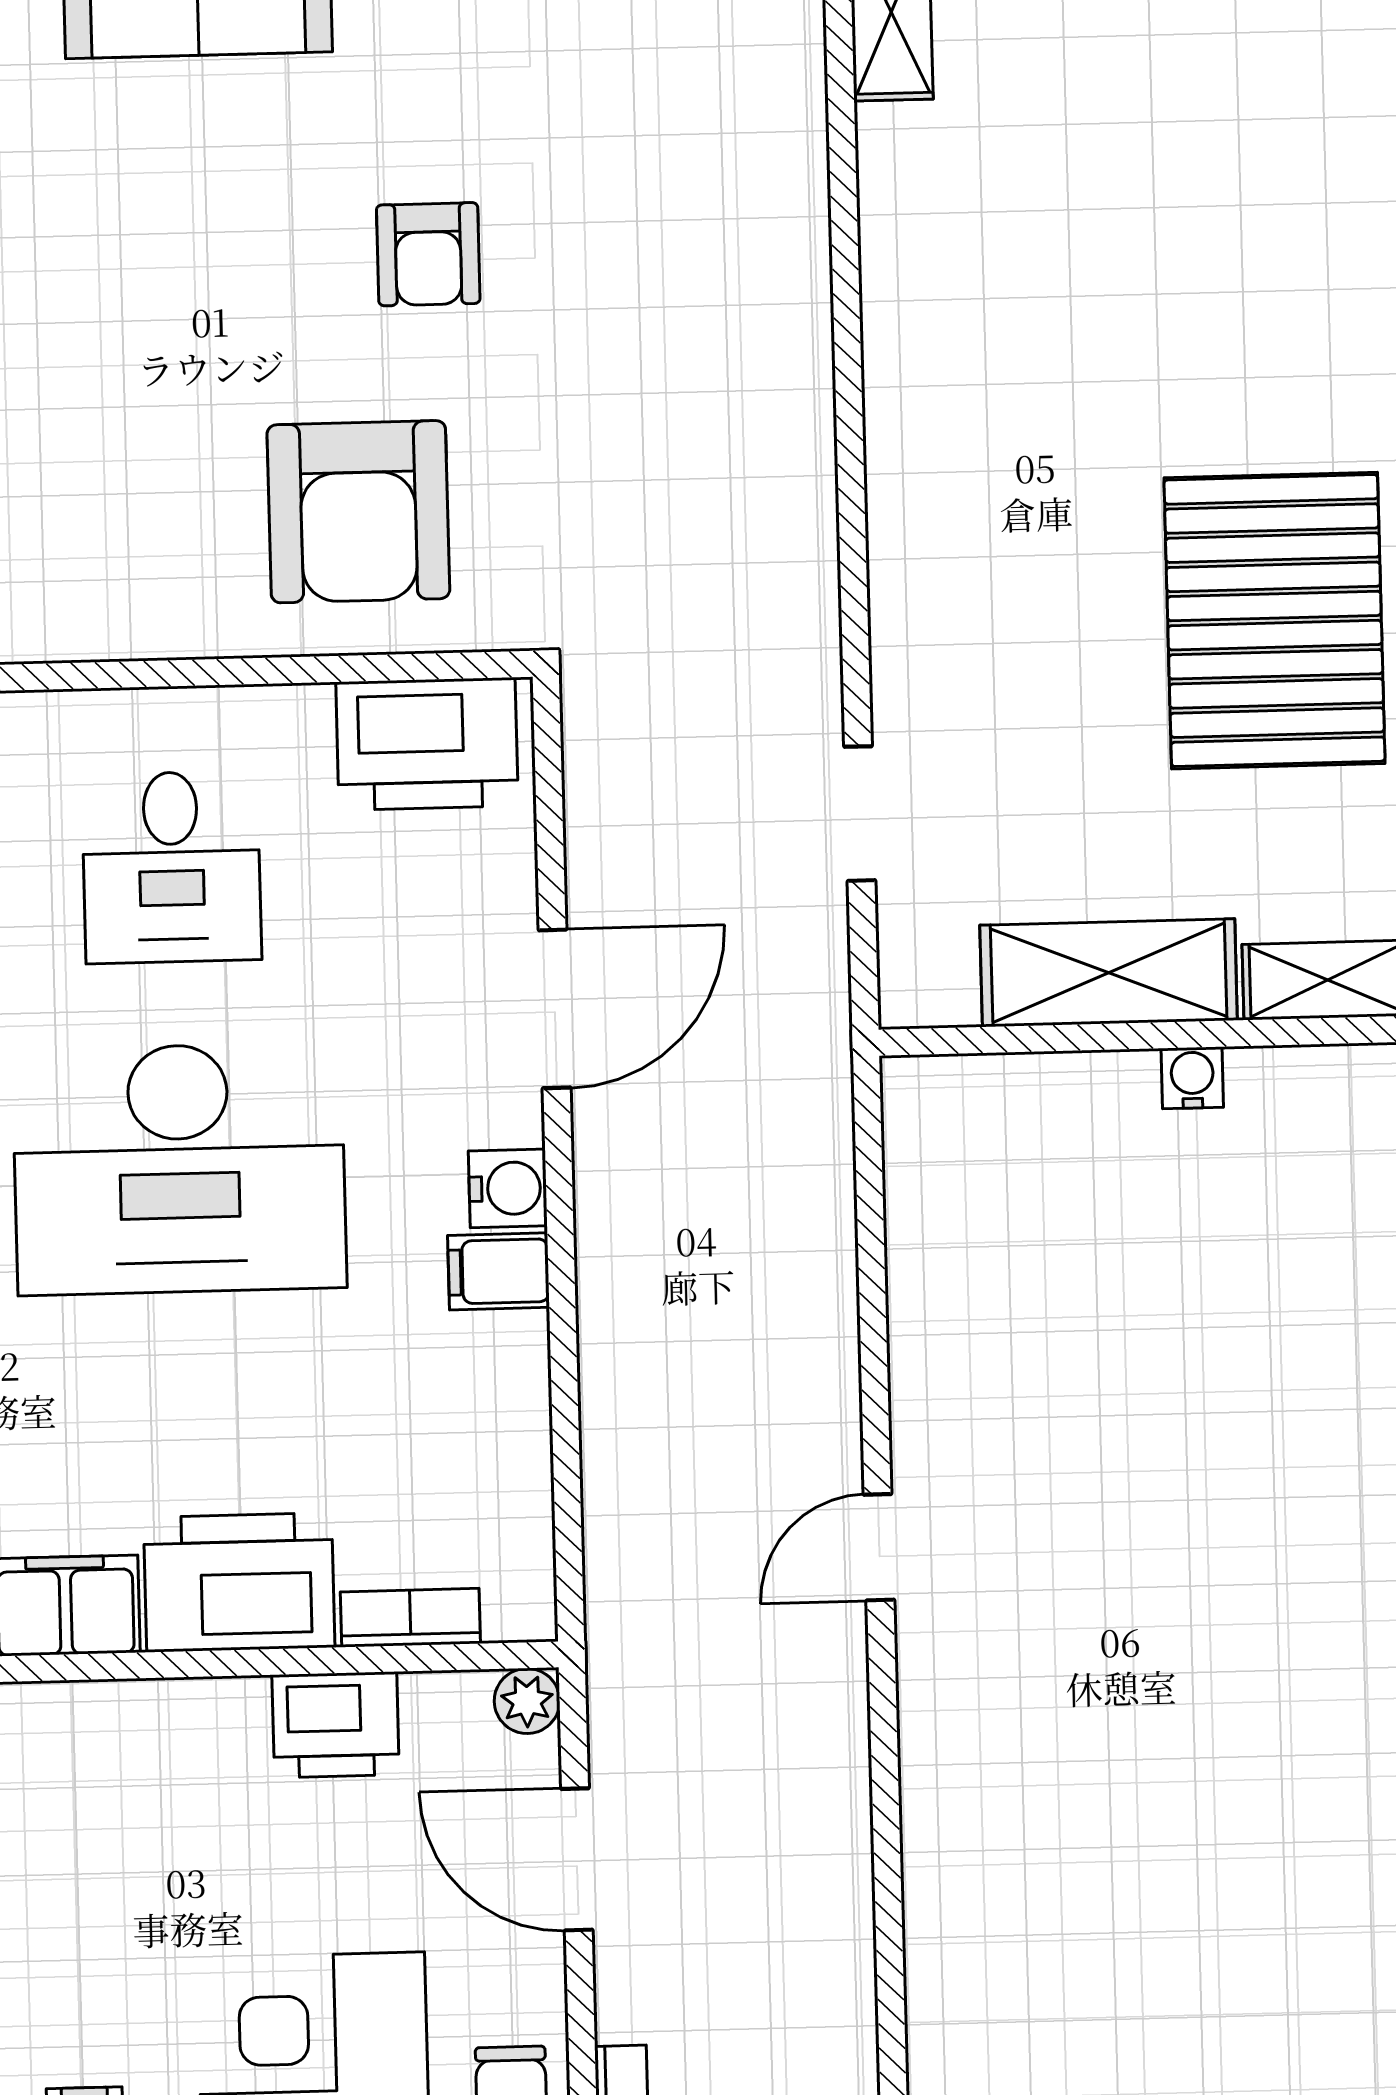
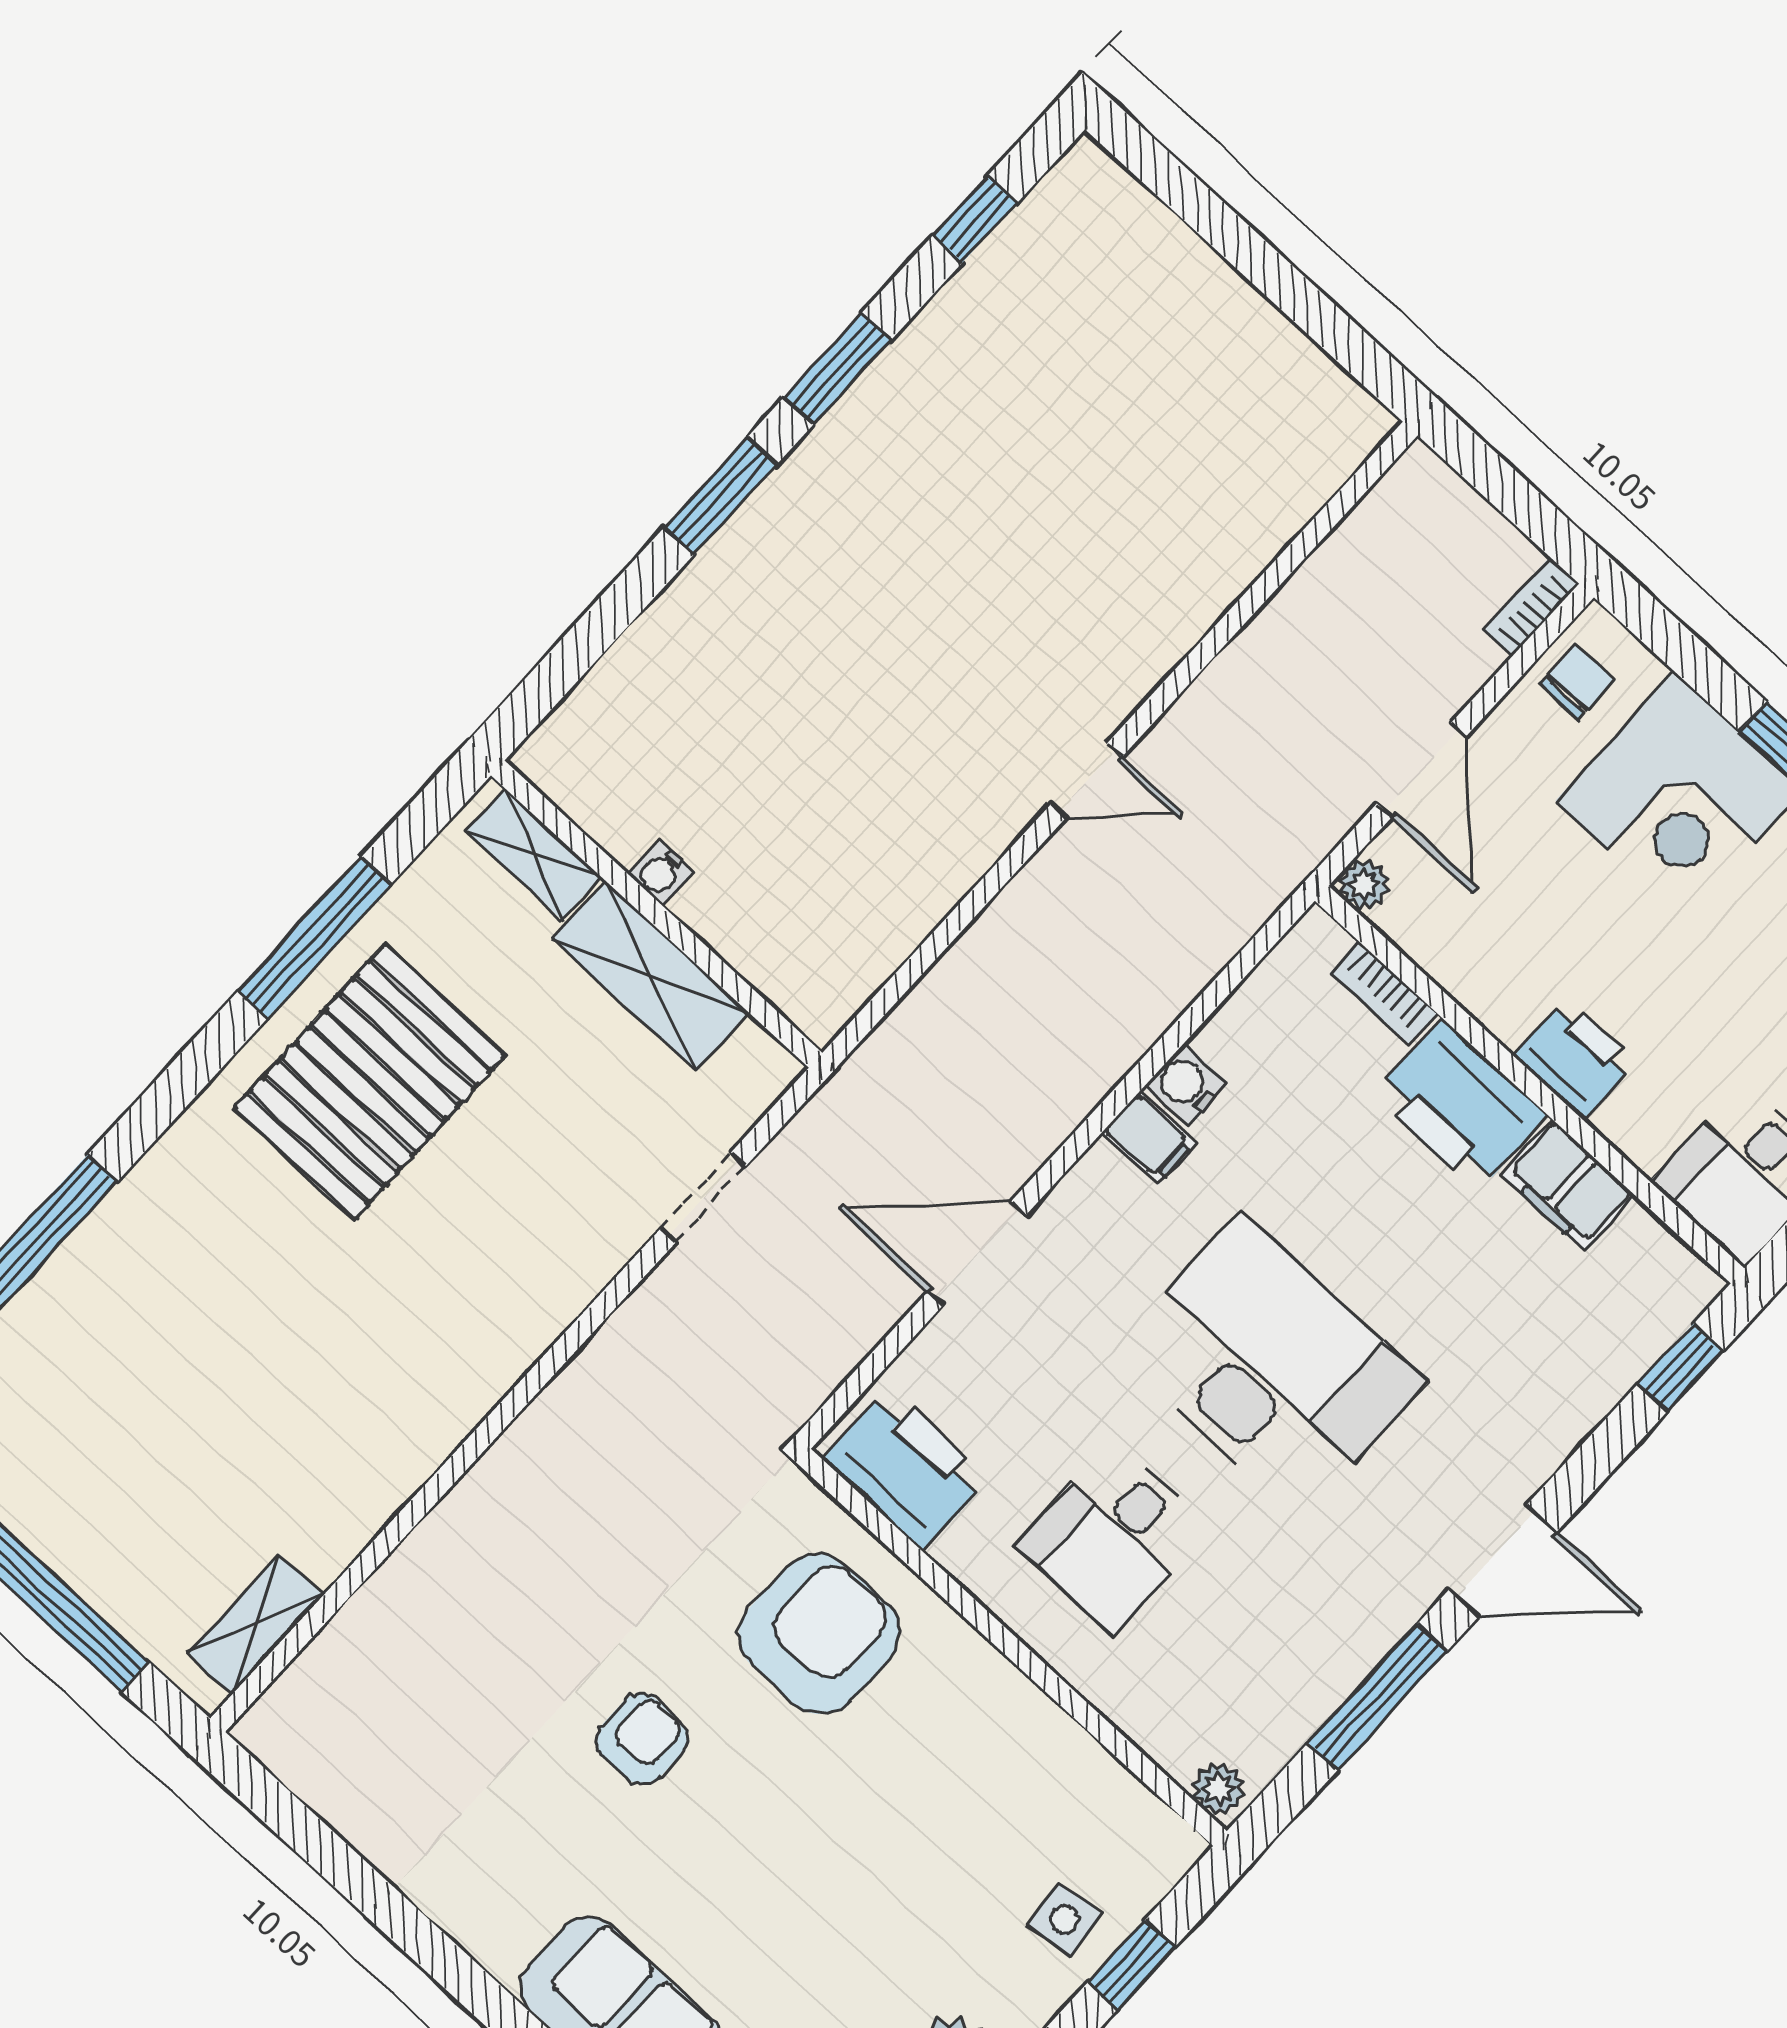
desk: (172, 867) -> (1113, 1537), turned 180
water cooler: (508, 1188) -> (1186, 1085), moved
printer: (336, 1725) -> (1575, 1059), moved

